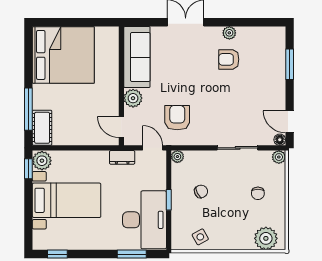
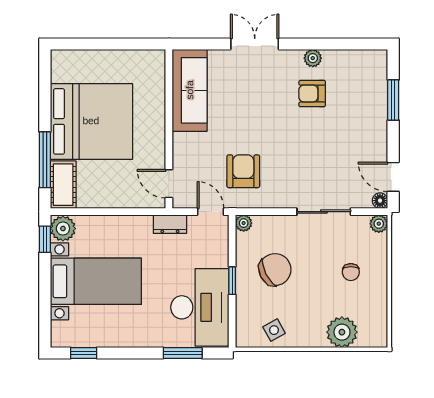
bed: (63, 55) -> (91, 121), moved
plant: (133, 98) -> (184, 145), removed
chair: (201, 191) -> (275, 270), width x1.87, depth x1.87
plant: (266, 238) -> (342, 332), moved

